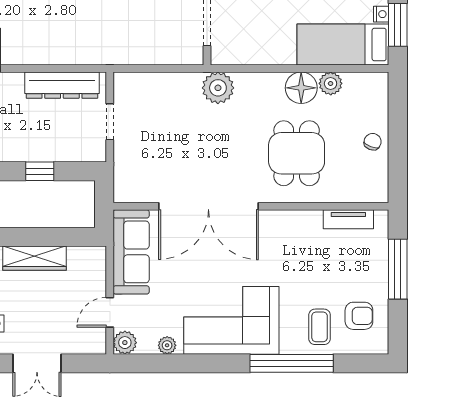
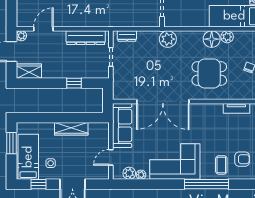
dresser: (140, 82) -> (127, 36), added
dining table: (297, 153) -> (209, 74), turned 90
plant: (125, 343) -> (129, 173), moved

